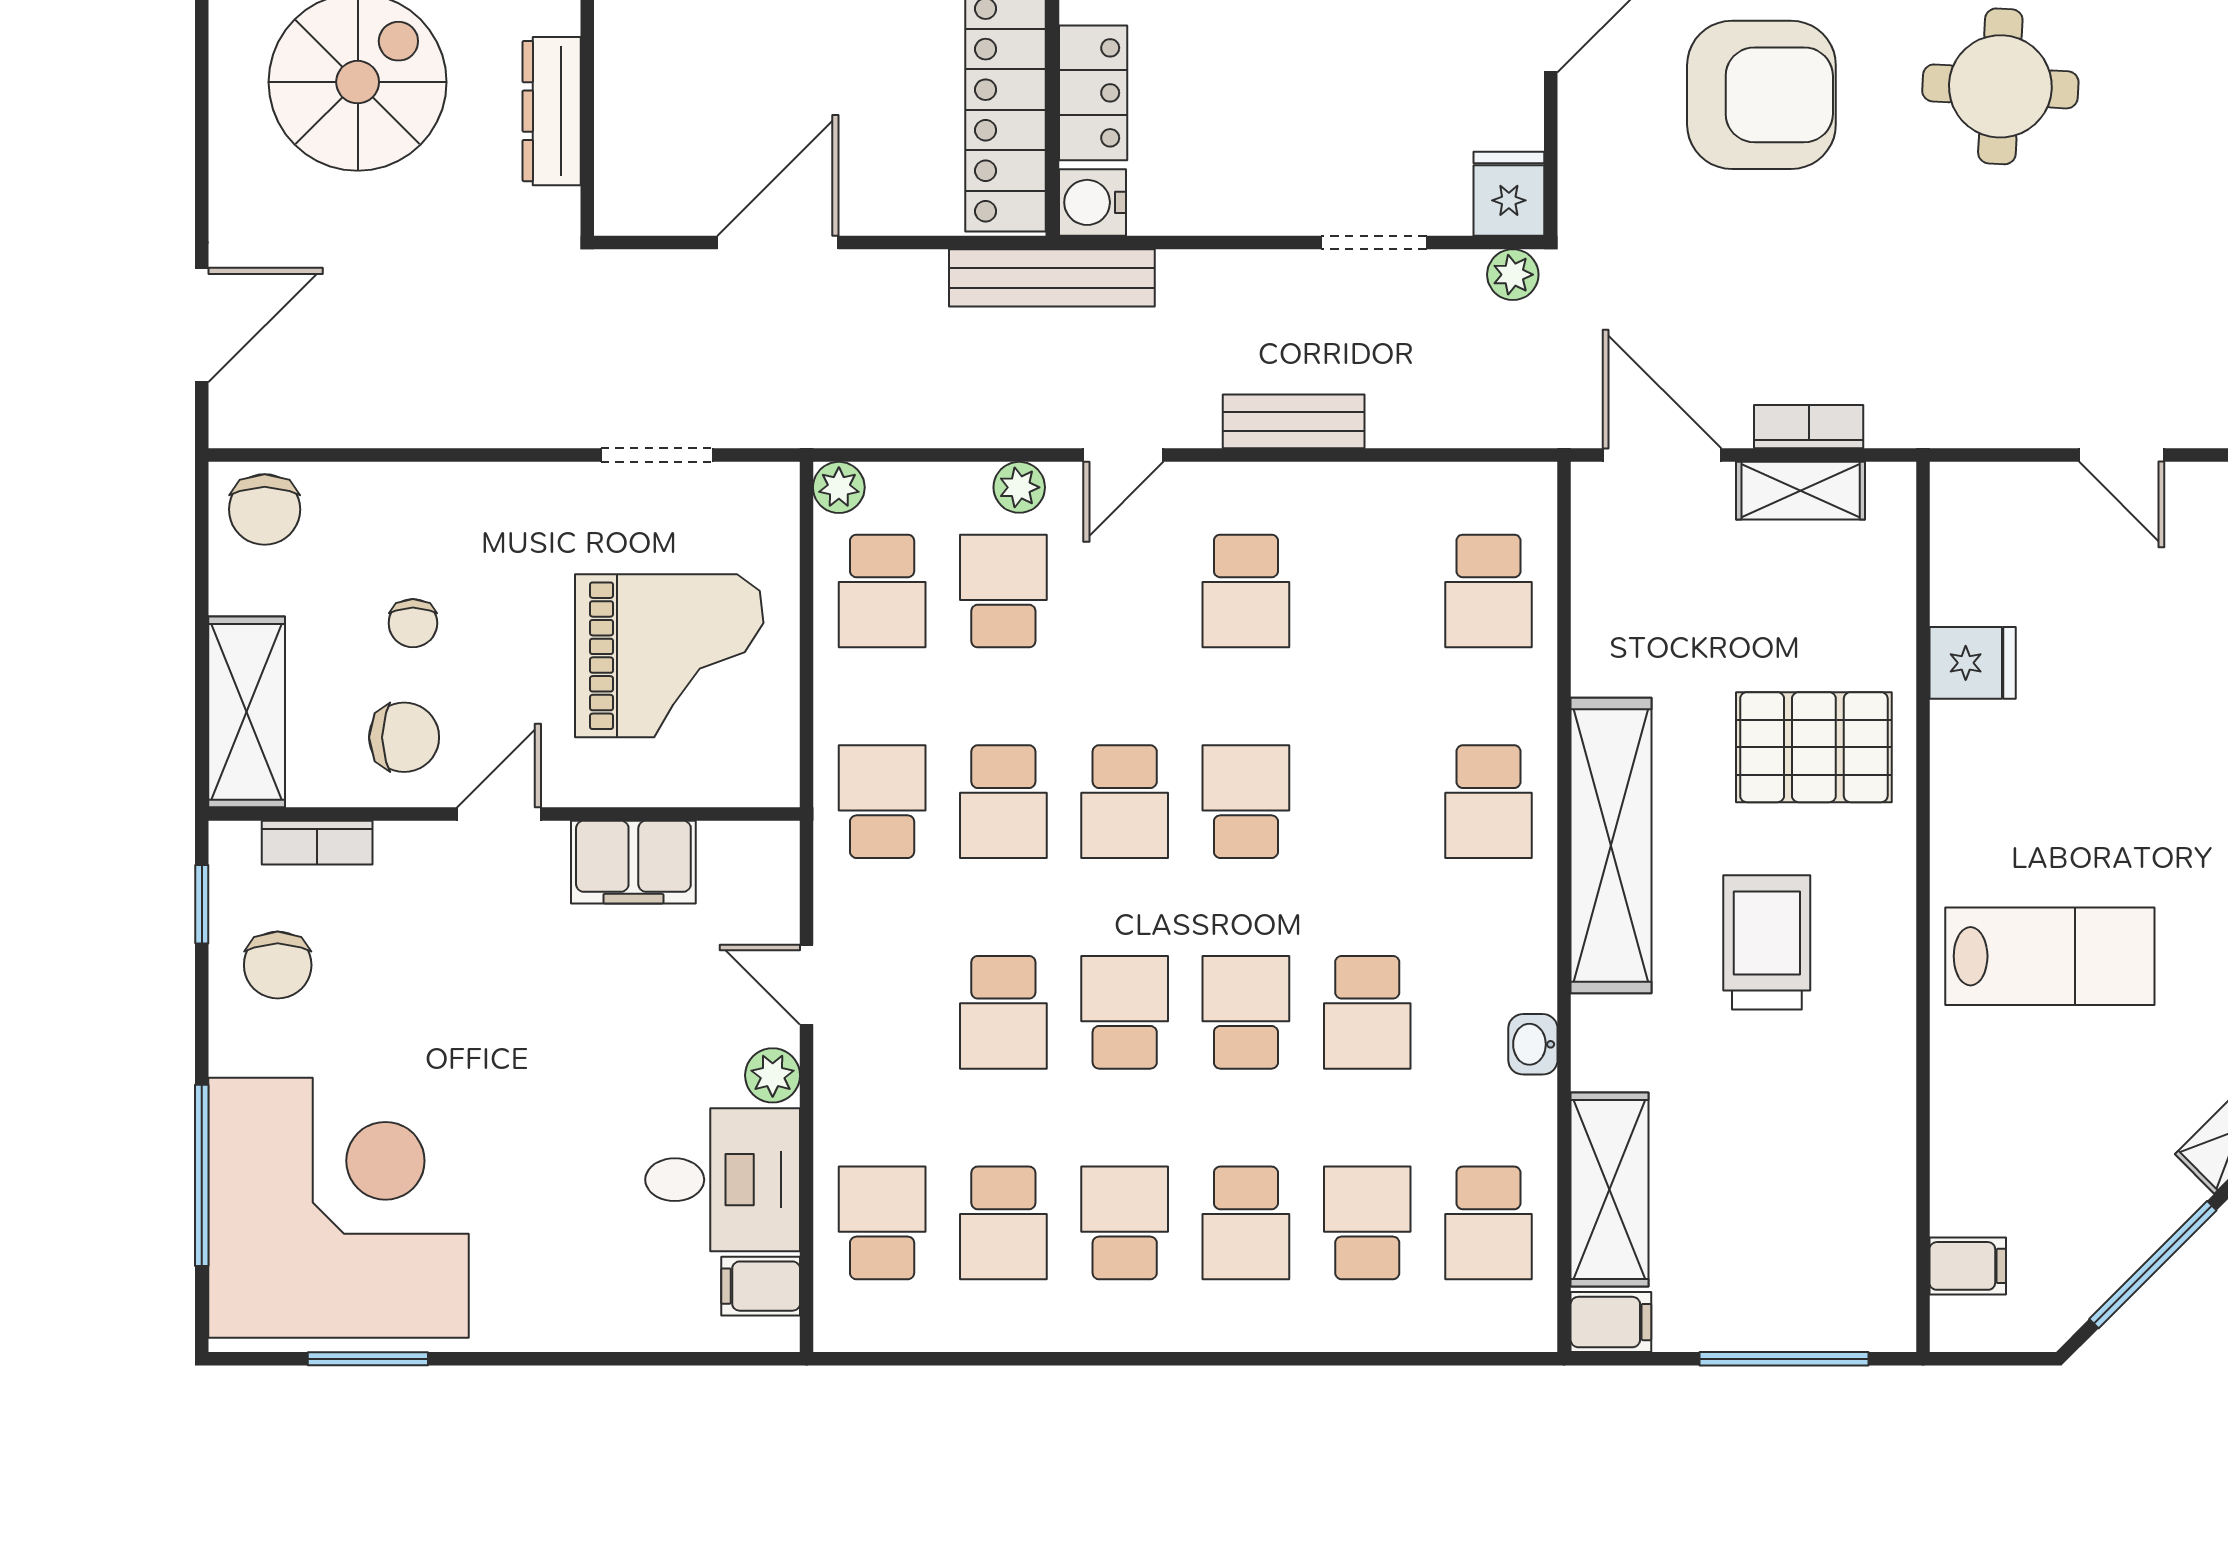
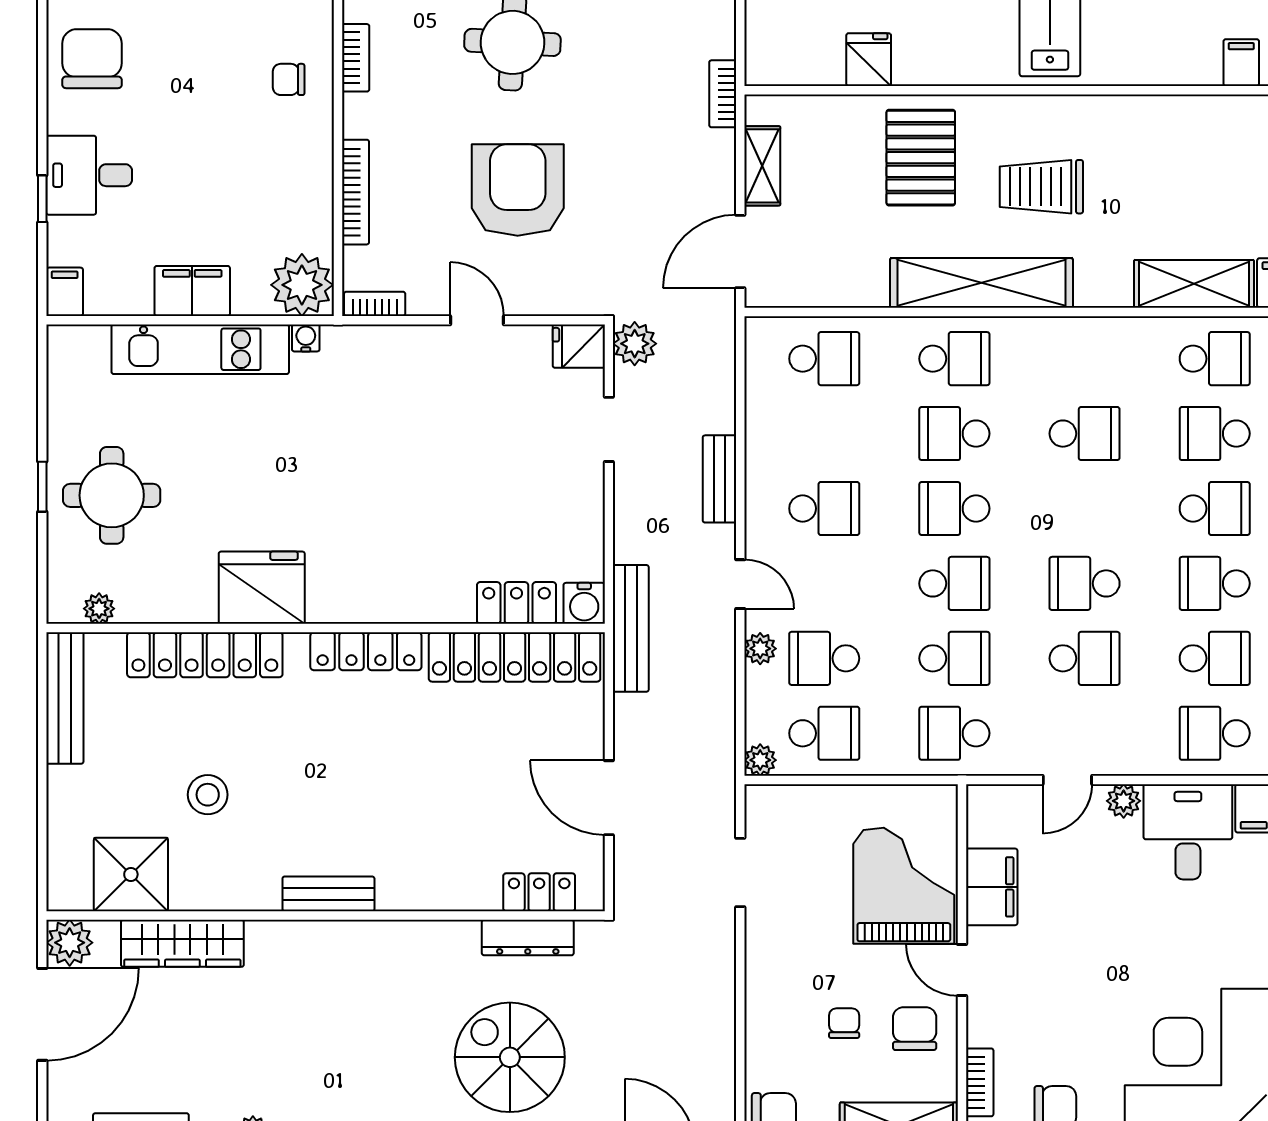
locker: (625, 130) -> (539, 892), added
plant: (1513, 275) -> (635, 344), width x1.38, depth x1.38
bookcase: (1809, 427) -> (723, 94), moved
chair: (413, 623) -> (844, 1023), turned -90
grand piano: (669, 656) -> (904, 886), moved
school desk: (1246, 1012) -> (954, 434), moved
washbasin: (1533, 1044) -> (1104, 331), removed

